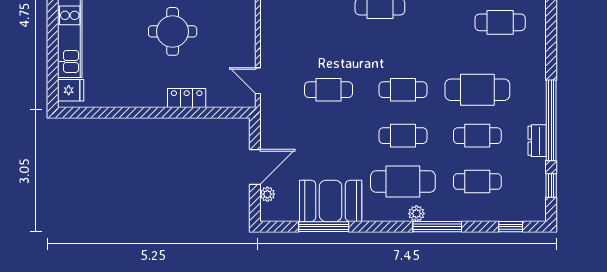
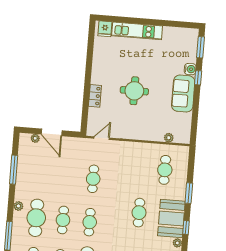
booth: (331, 201) -> (28, 175), removed
plant: (416, 214) -> (18, 206), moved

